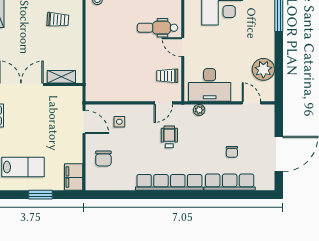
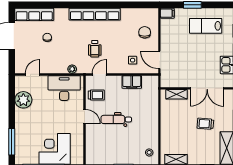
trolley: (58, 20) -> (205, 124), moved
dental chair: (157, 28) -> (116, 119), moved, turned 180
filing cabinet: (120, 93) -> (132, 82), added
door: (251, 103) -> (32, 74), swing flipped
filing cabinet: (74, 177) -> (167, 13), width x0.50
row of seats: (230, 182) -> (34, 14), moved

